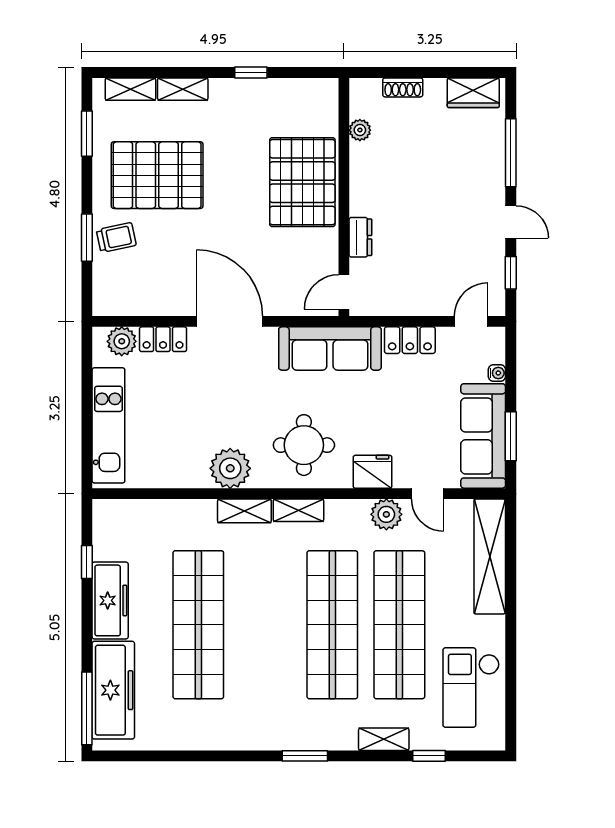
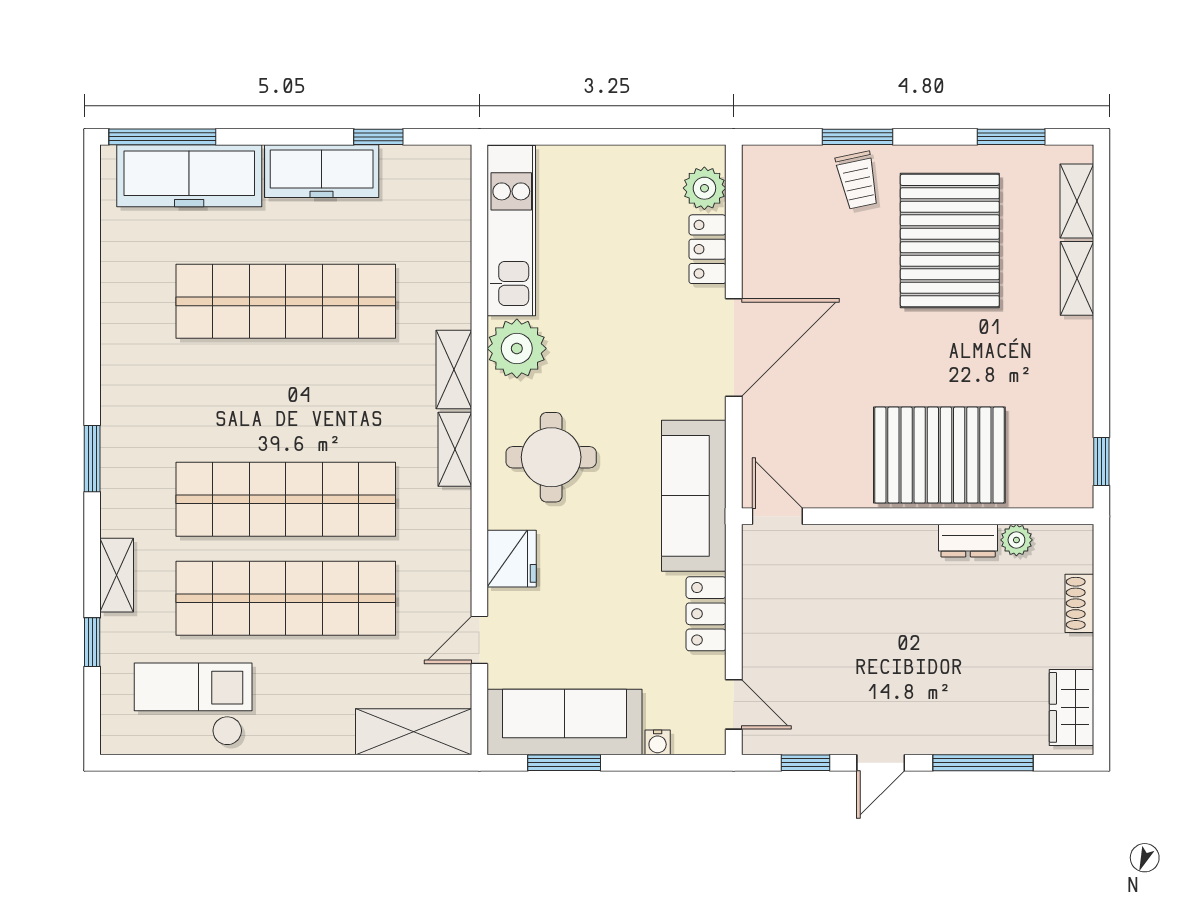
window: (251, 72) -> (1101, 461), moved
dresser: (360, 237) -> (968, 541), moved
kitchen unit: (108, 425) -> (511, 231), moved, turned -90
plant: (386, 514) -> (449, 579), removed
shelving: (490, 556) -> (414, 732), width x0.68

